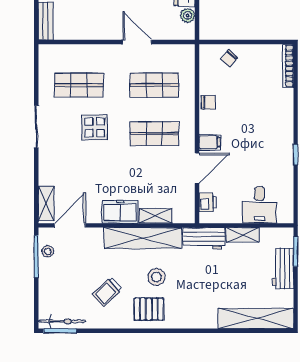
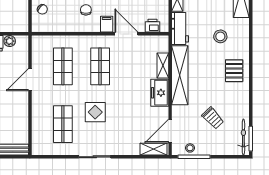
chair: (208, 102) -> (86, 10), moved
door: (70, 225) -> (170, 131), hinge flipped
stool: (157, 277) -> (220, 36), moved
trolley: (107, 292) -> (213, 118), moved

